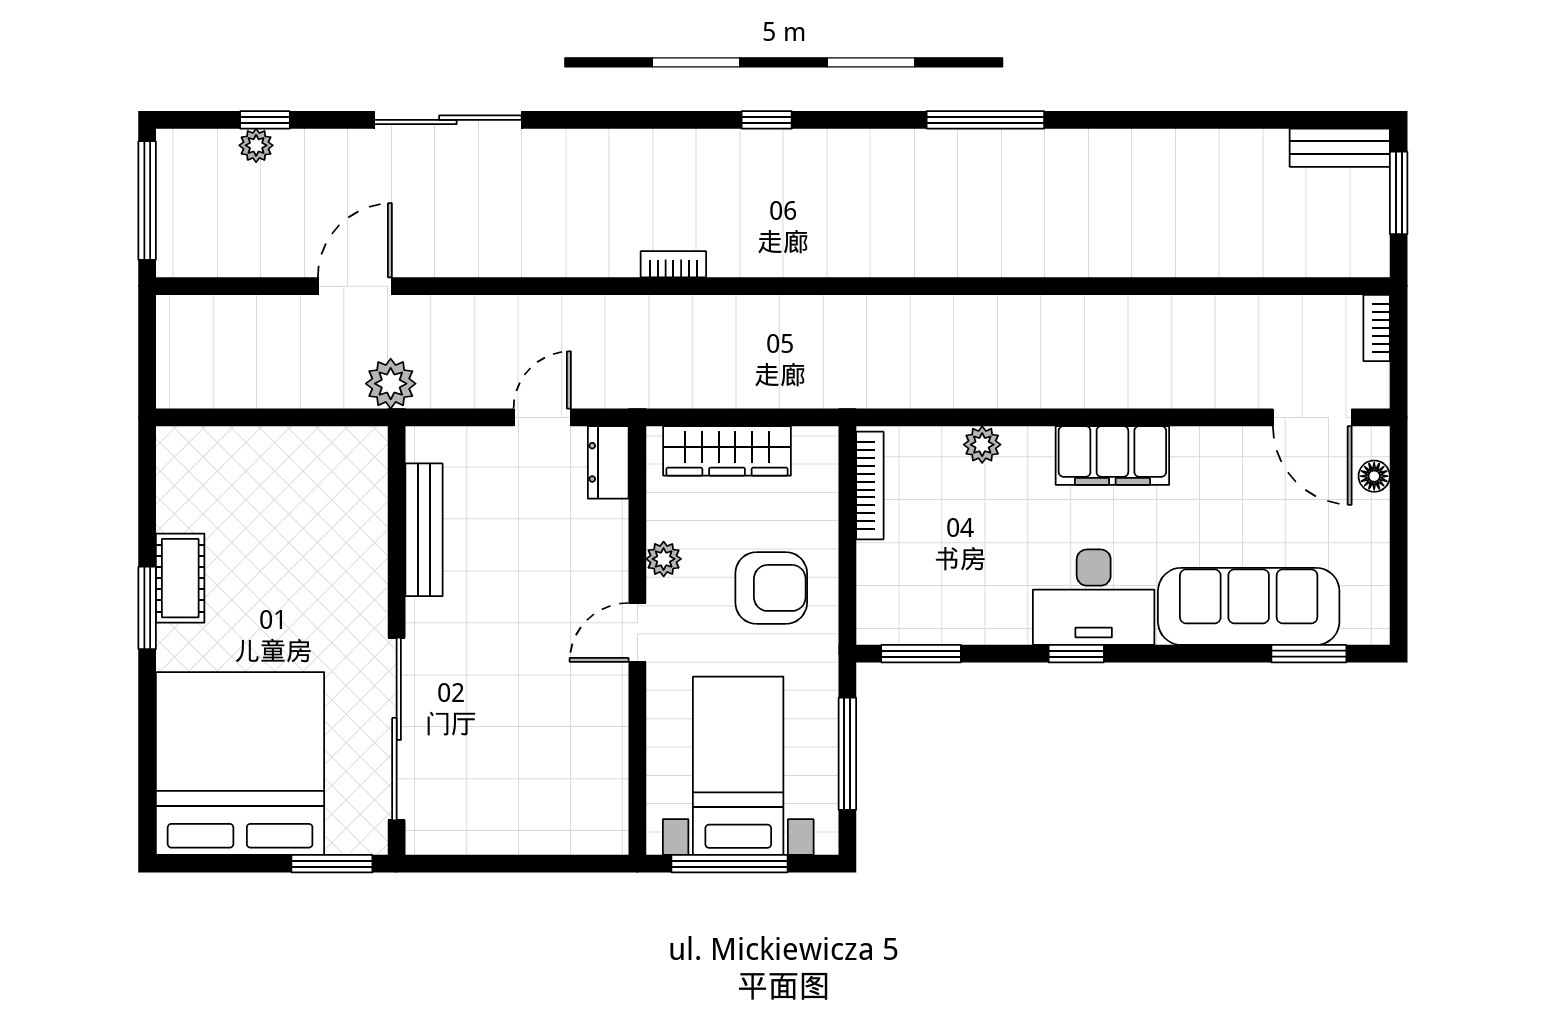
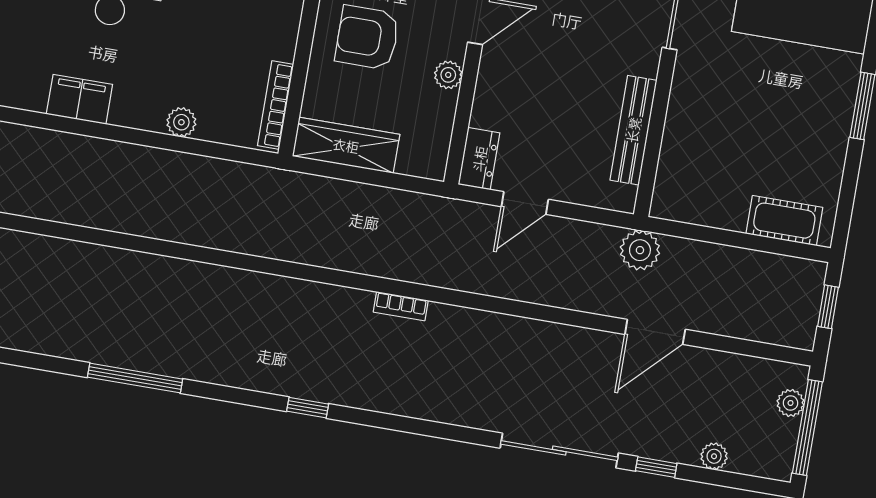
window: (265, 120) -> (656, 467), moved
plant: (173, 227) -> (791, 403), added
window: (147, 353) -> (828, 307), added
wardrobe: (727, 451) -> (346, 145), moved
filing cabinet: (1112, 456) -> (79, 99), width x0.67, depth x0.86
cot: (180, 578) -> (784, 221), moved, turned 90

